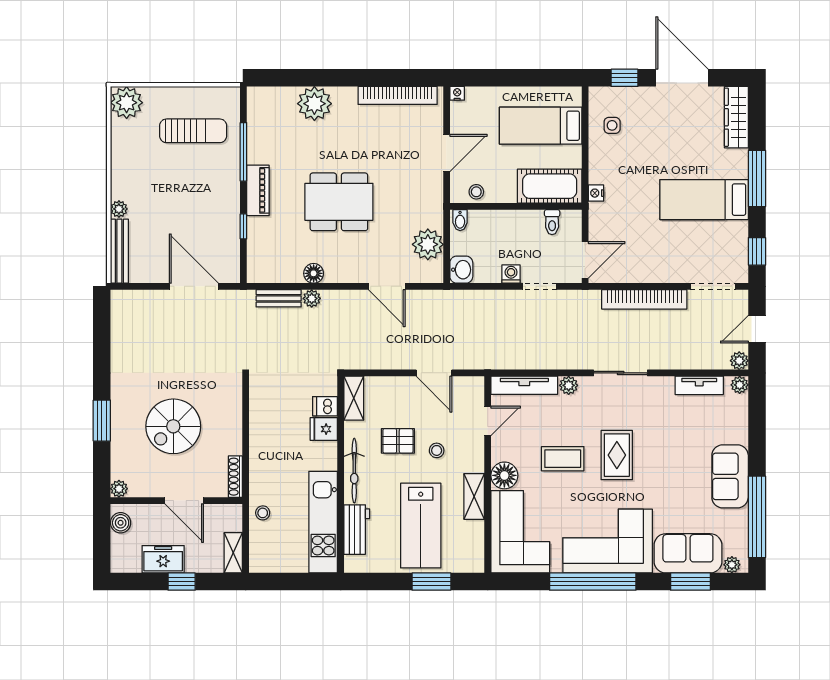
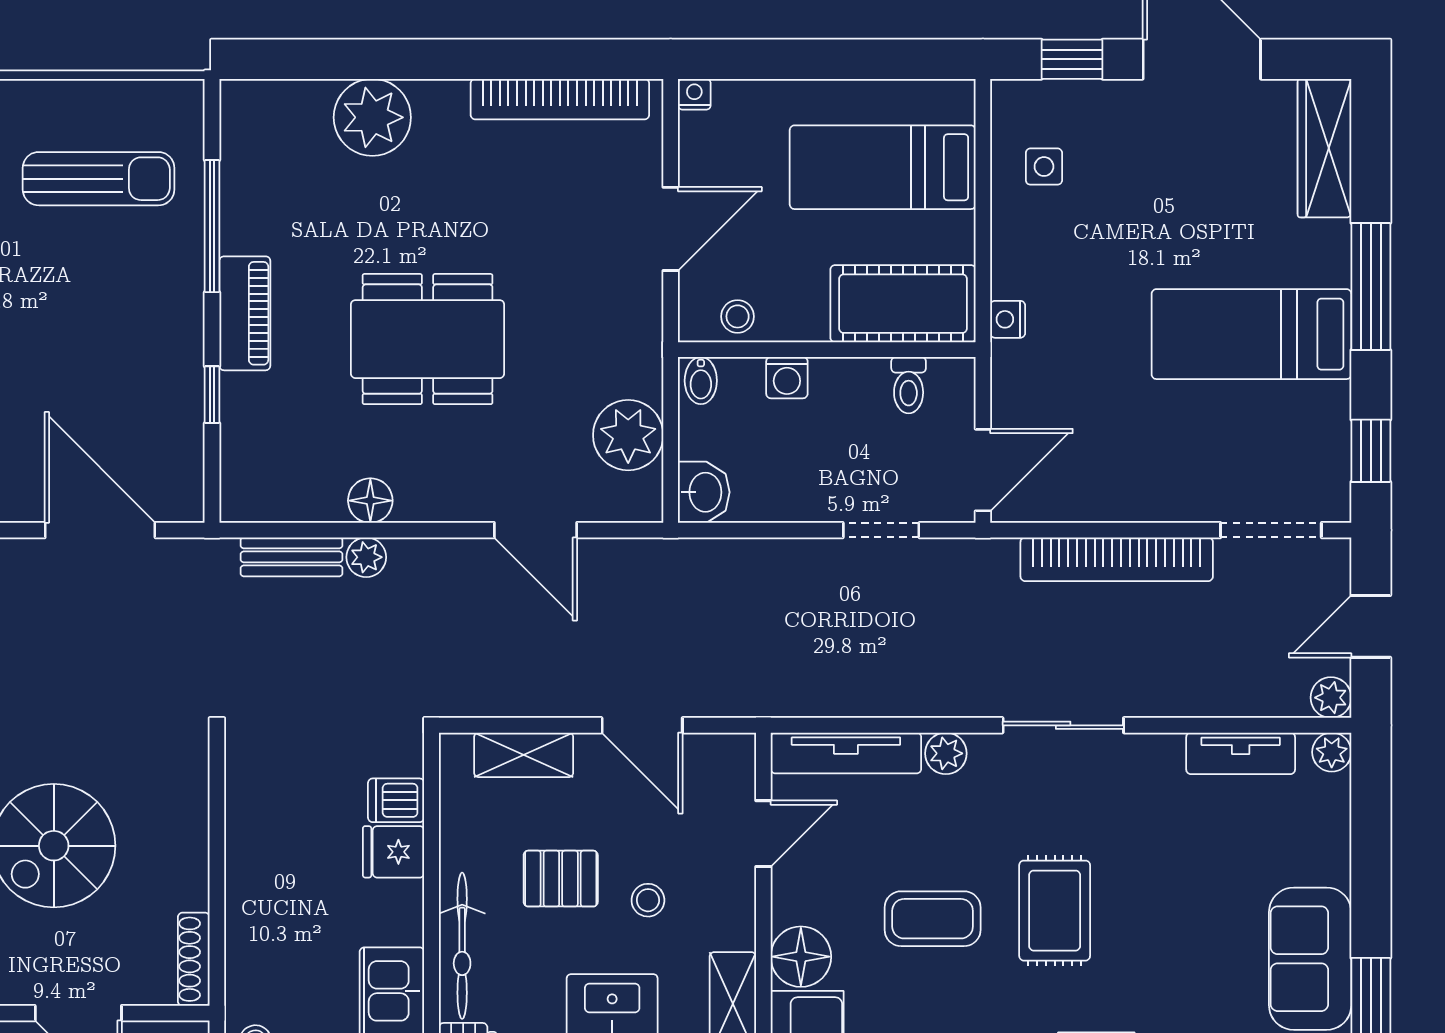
washing machine: (511, 274) -> (787, 378), moved, turned 180
shelving: (354, 398) -> (524, 755), moved, turned 90

